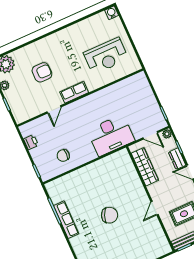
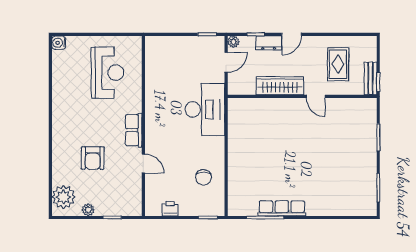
armchair: (42, 72) -> (93, 158), turned 180
wardrobe: (145, 167) -> (280, 86), moved
chair: (110, 215) -> (300, 154), removed

